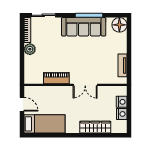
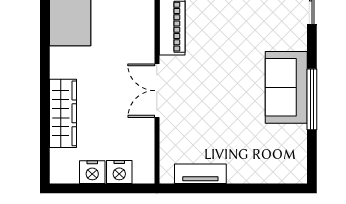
floor lamp: (119, 25) -> (291, 167), removed
sofa: (84, 27) -> (286, 87), width x0.73

